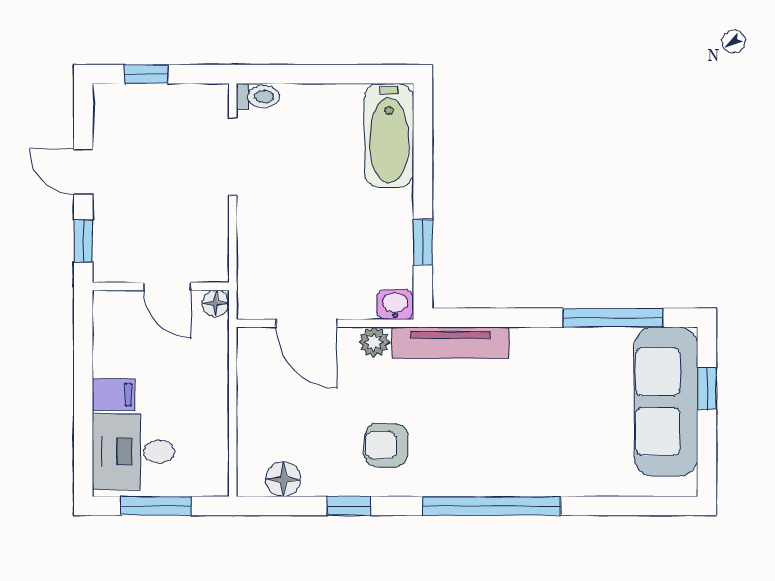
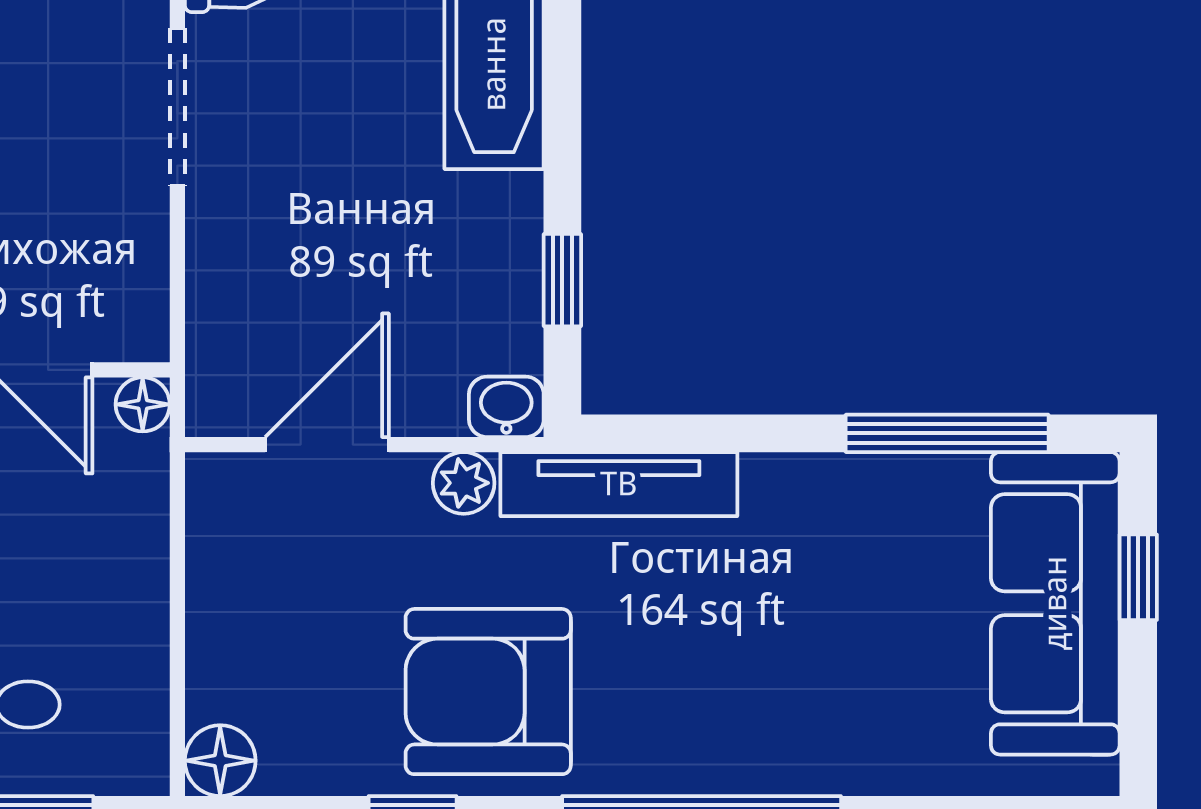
door: (307, 323) -> (327, 445), swing flipped
armchair: (386, 445) -> (488, 692), width x1.88, depth x1.88
floor lamp: (283, 479) -> (220, 761), moved

